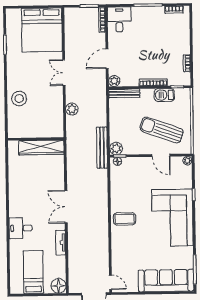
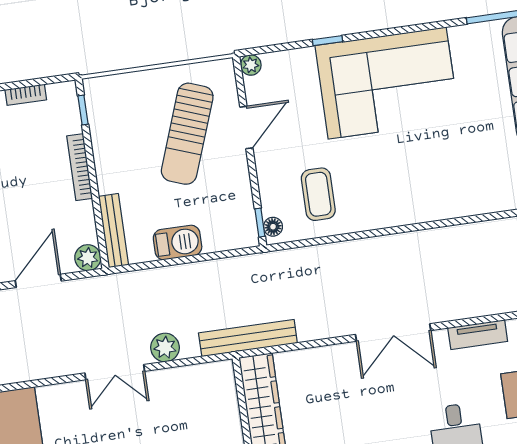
door: (107, 59) -> (38, 281), swing flipped
double door: (64, 73) -> (115, 372), moved
barbecue: (164, 95) -> (178, 243), moved, turned -90
bench: (102, 148) -> (248, 338), moved
plant: (116, 148) -> (243, 234), removed
coffee table: (125, 219) -> (318, 194), moved

